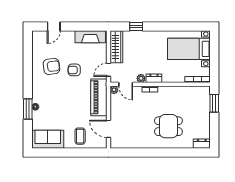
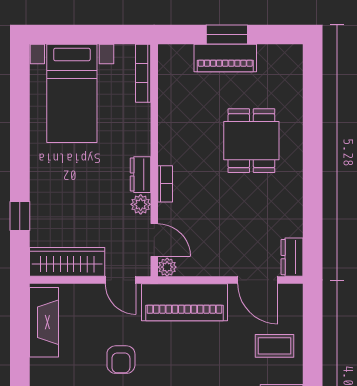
door: (126, 84) -> (154, 240), hinge flipped
window: (214, 103) -> (227, 34), moved
piano: (204, 115) -> (225, 58), added
door: (108, 129) -> (258, 280), hinge flipped
dresser: (202, 144) -> (292, 257), moved

